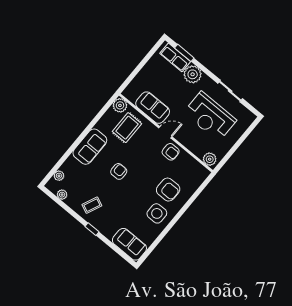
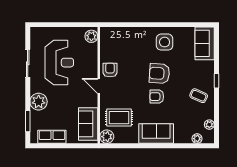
row of seats: (175, 57) -> (52, 137), moved, turned -90
sofa: (153, 108) -> (88, 124), moved
armchair: (168, 190) -> (159, 73), moved, turned -86

